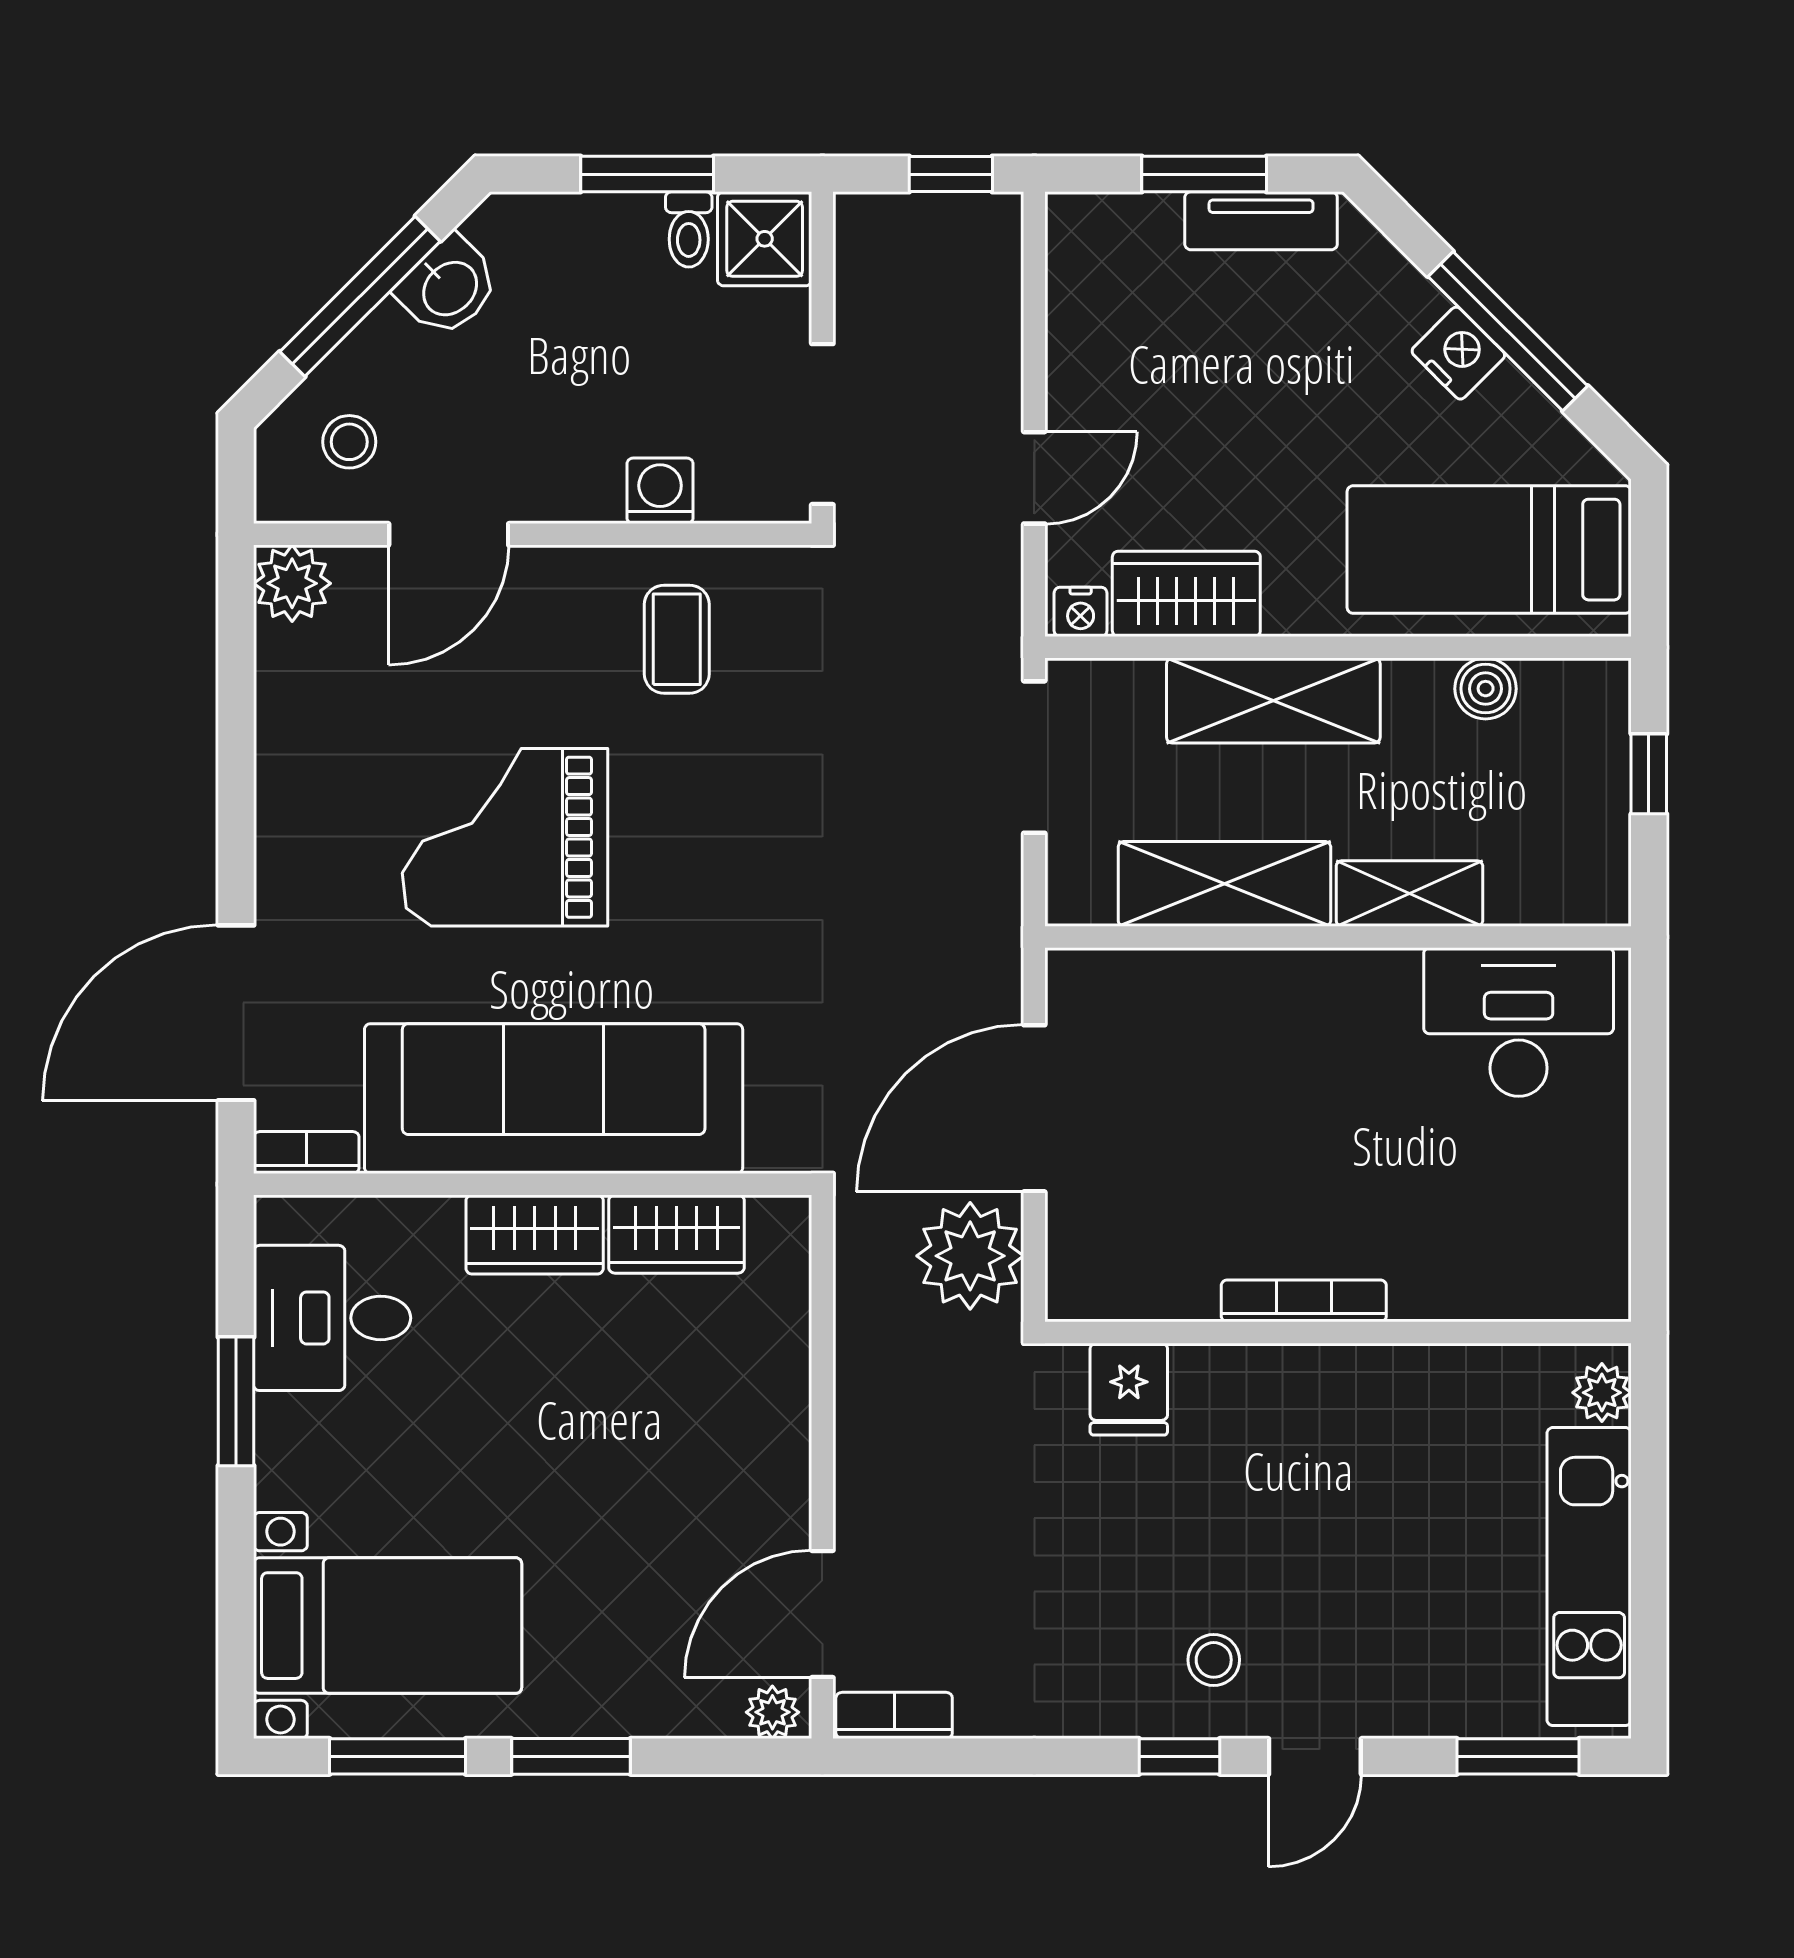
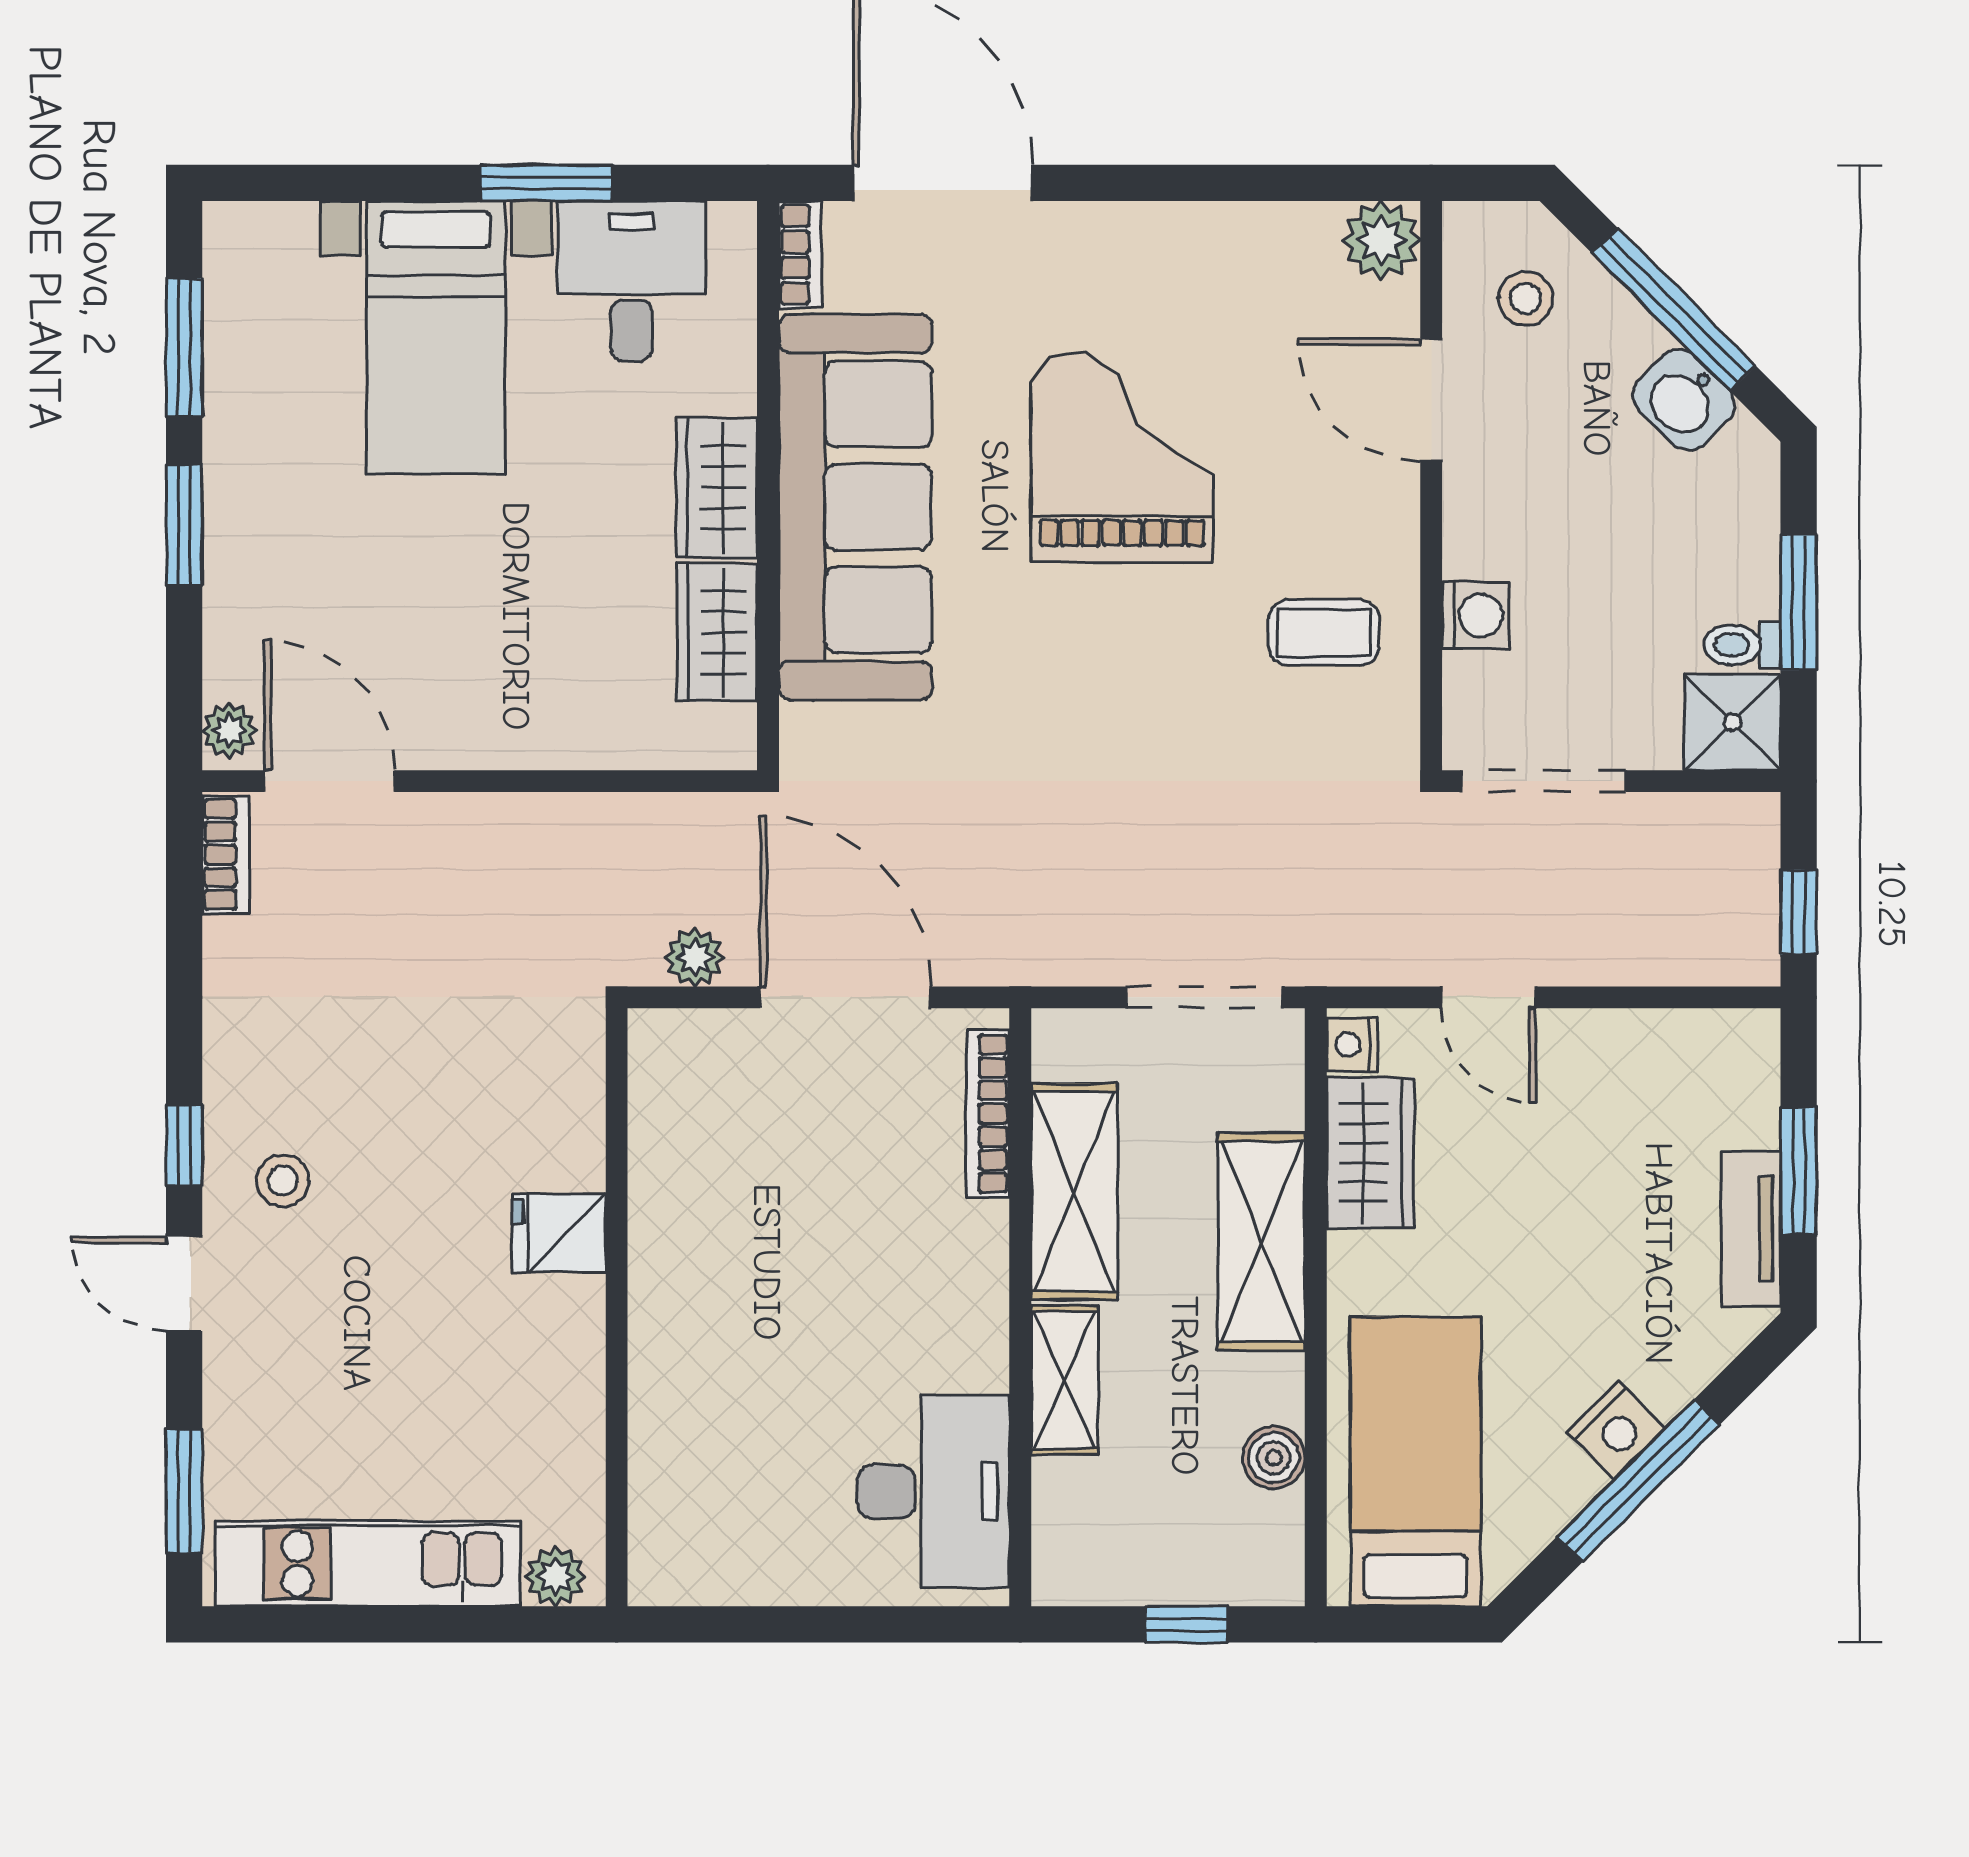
plant: (970, 1256) -> (695, 957), width x0.53, depth x0.53
bookcase: (1304, 1301) -> (988, 1114), moved, turned 180
fridge: (1129, 1389) -> (559, 1232), moved
bed with nightstands: (388, 1626) -> (436, 338), moved

